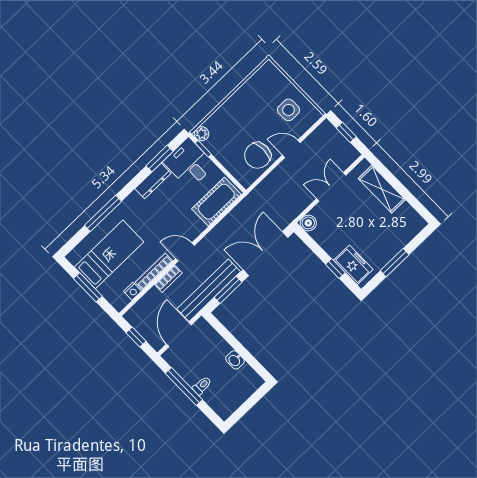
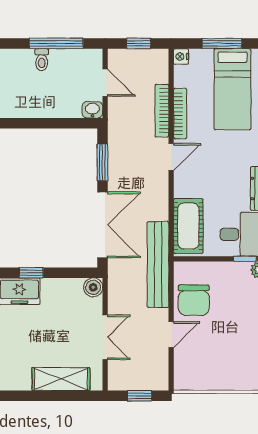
side table: (289, 110) -> (207, 365), removed
chair: (258, 155) -> (194, 300), turned 180
bookcase: (168, 279) -> (162, 111), width x1.56
bench: (209, 290) -> (158, 265), moved
nightstand: (133, 291) -> (181, 57), moved
door: (179, 334) -> (105, 83), width x0.73
washbasin: (235, 360) -> (92, 110), moved

